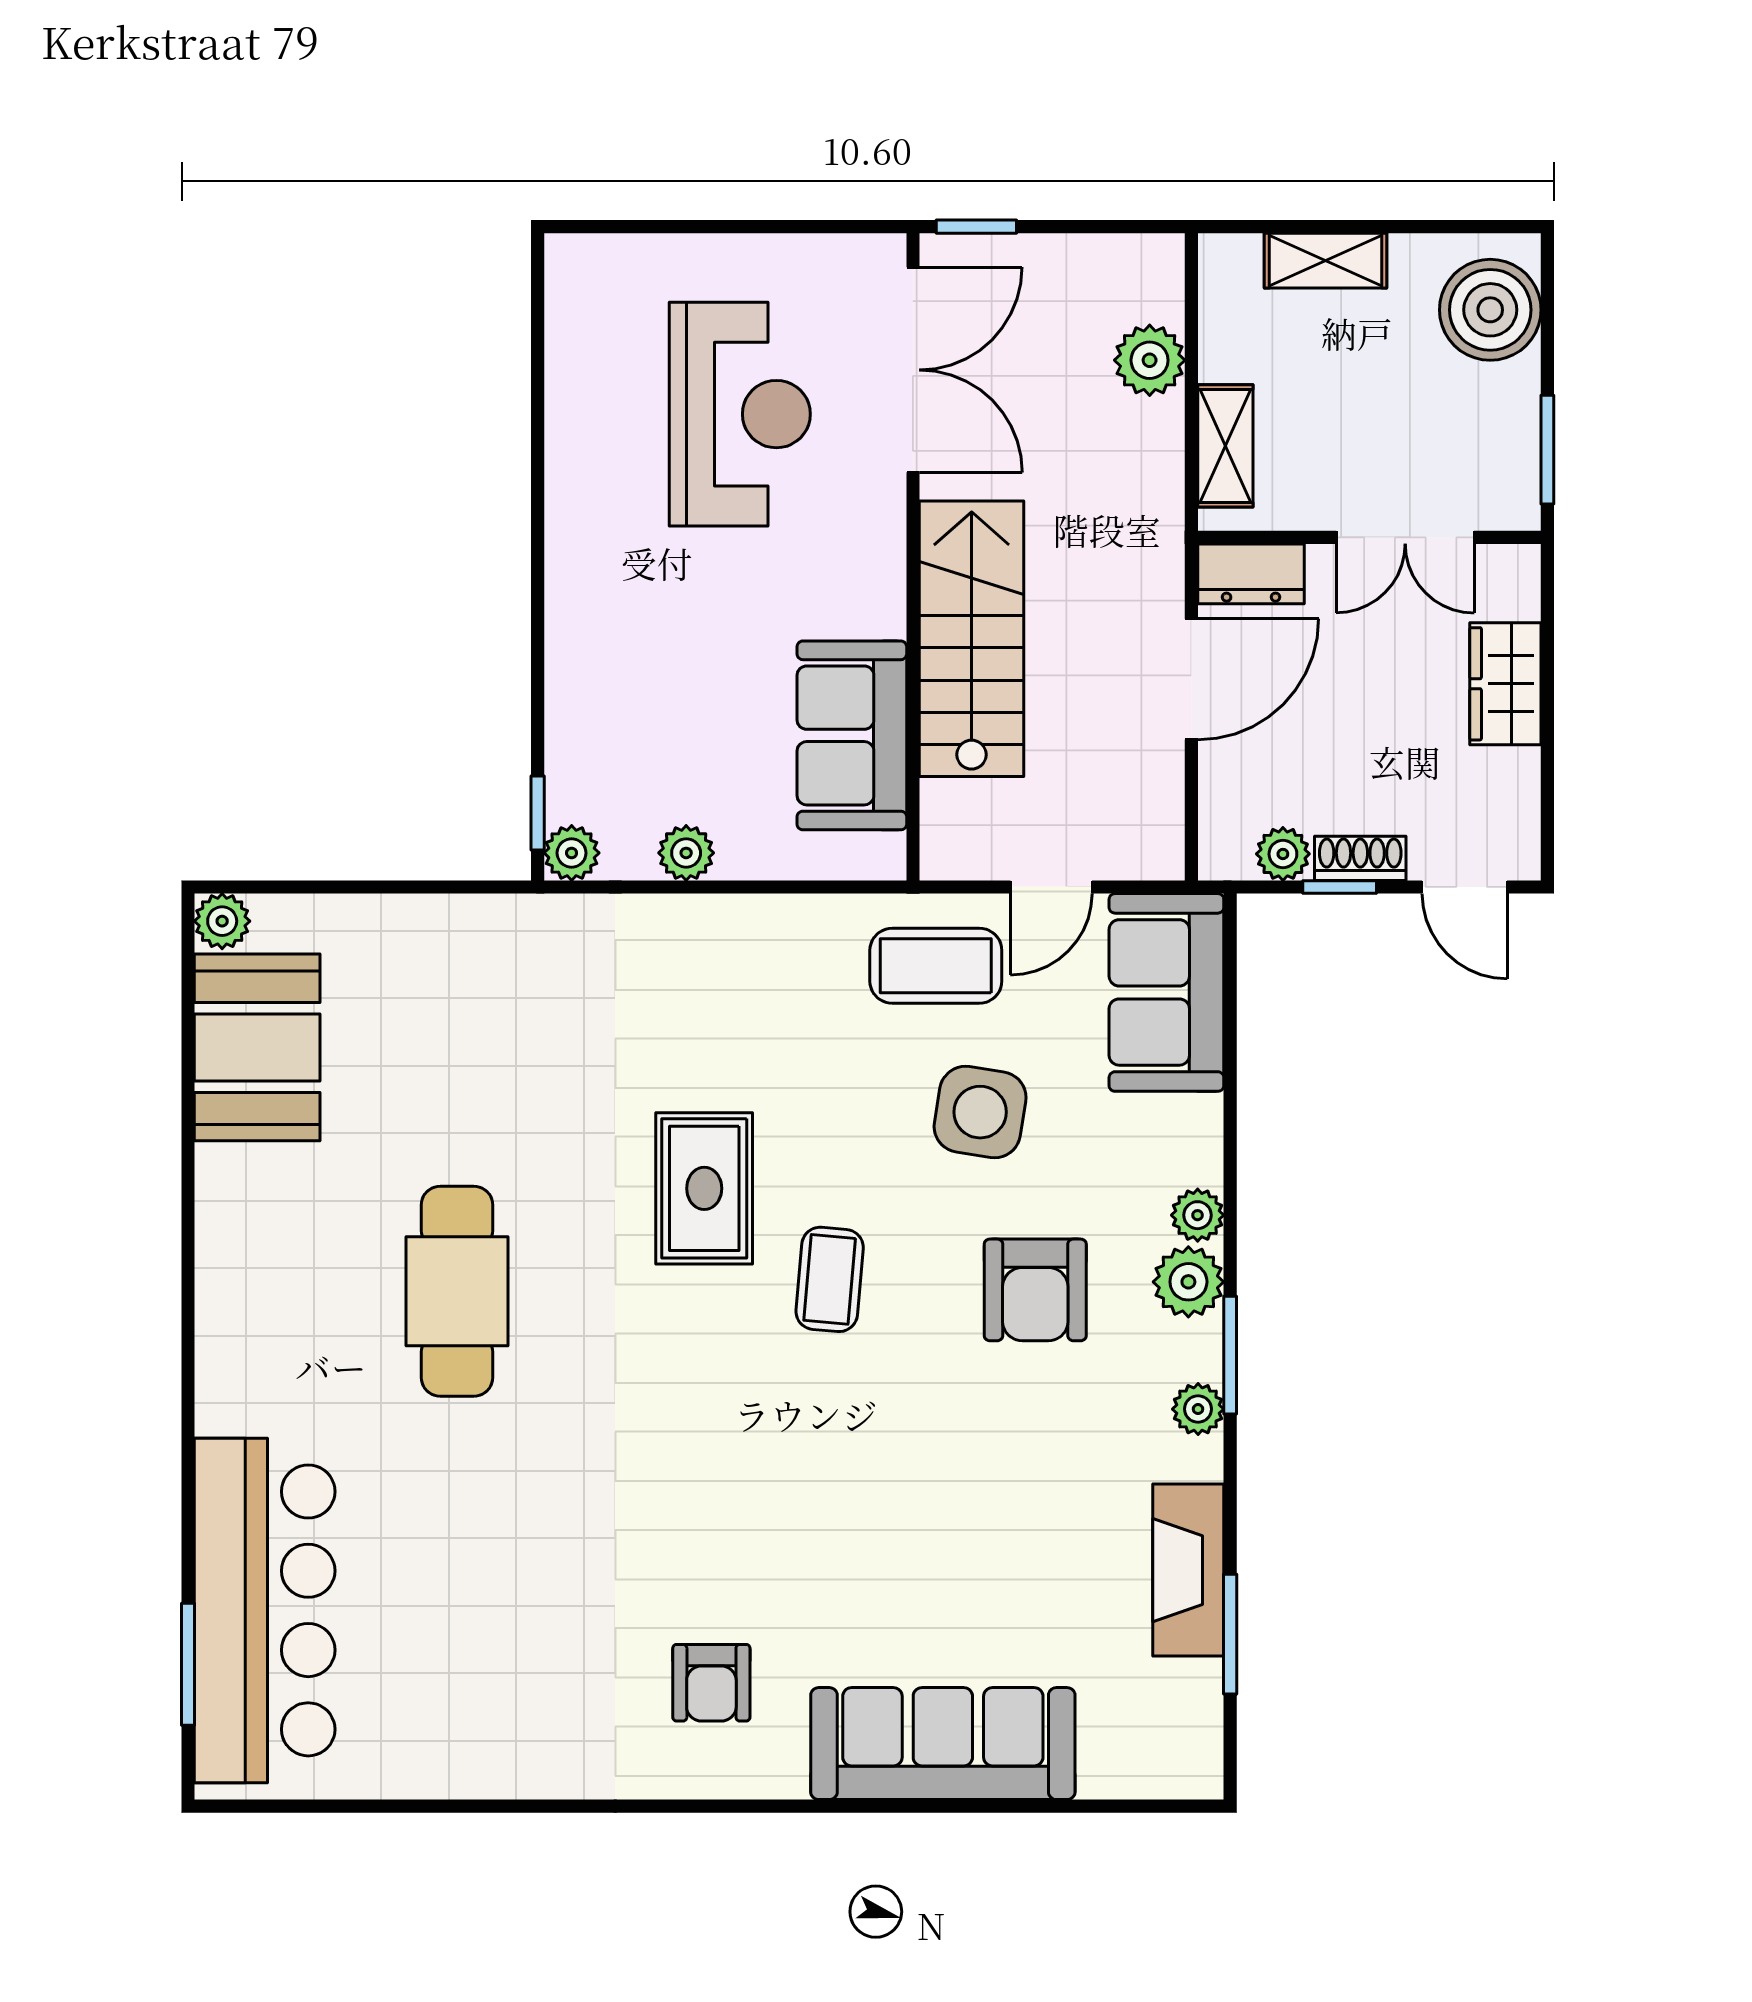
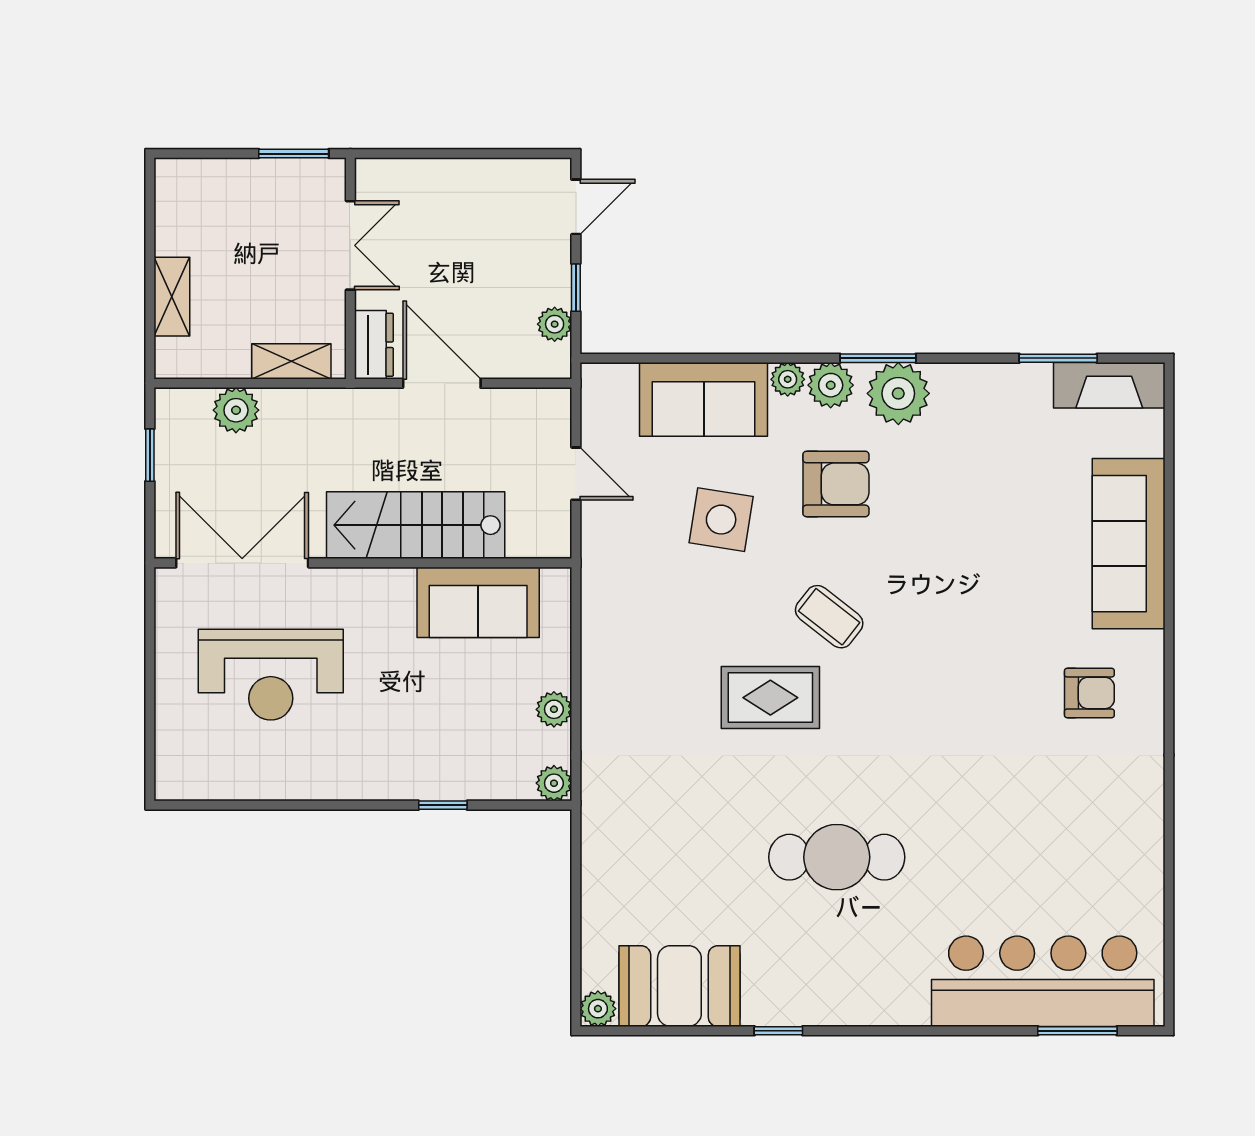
window: (976, 227) -> (150, 455), moved
boiler: (1490, 310) -> (203, 190), removed
reception desk: (740, 414) -> (271, 675), turned 180
wardrobe: (1505, 684) -> (445, 181), removed
window: (538, 813) -> (443, 805), moved
shoe rack: (1360, 858) -> (557, 274), removed
coffee table: (936, 966) -> (627, 548), removed
sofa: (1166, 992) -> (704, 399), moved
window: (188, 1201) -> (778, 1031), added
coffee table: (830, 1279) -> (829, 617), turned 33
plant: (1198, 1409) -> (898, 393), width x1.88, depth x1.88
fireplace: (1188, 1570) -> (1109, 385), moved

